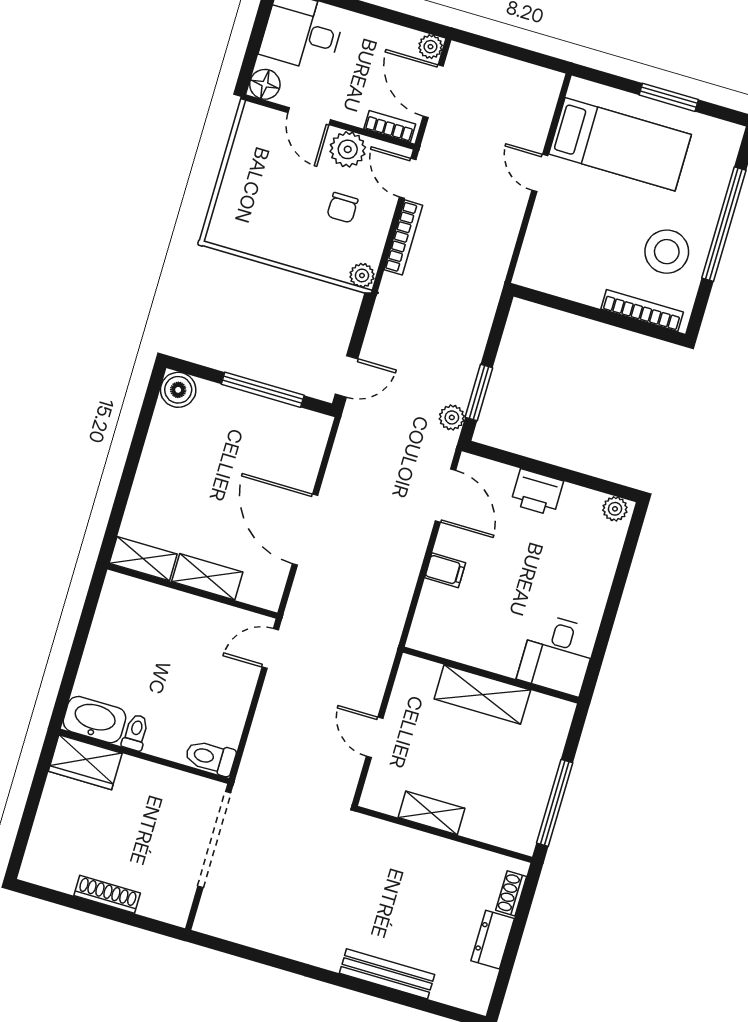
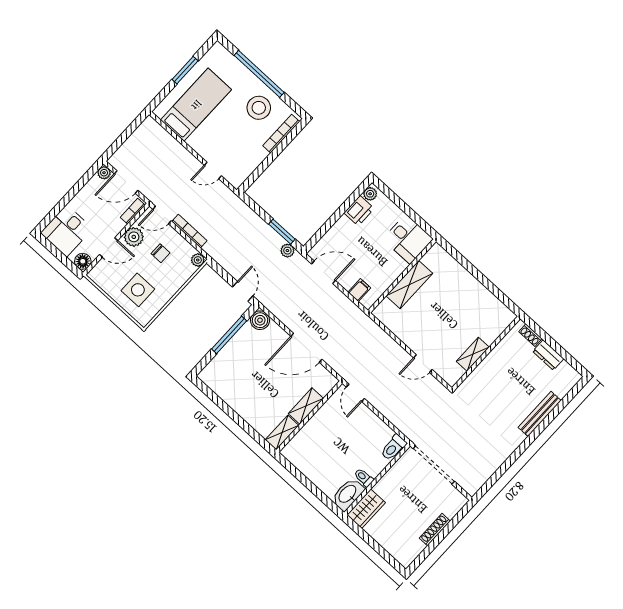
door: (540, 173) -> (213, 170), moved
side table: (263, 200) -> (138, 290), added
boiler: (178, 390) -> (260, 320), moved
printer: (537, 492) -> (359, 211), moved
desk: (557, 655) -> (408, 239), moved
wall: (491, 675) -> (402, 276), moved
shelving: (482, 695) -> (409, 285), moved
window: (555, 803) -> (497, 293), removed

